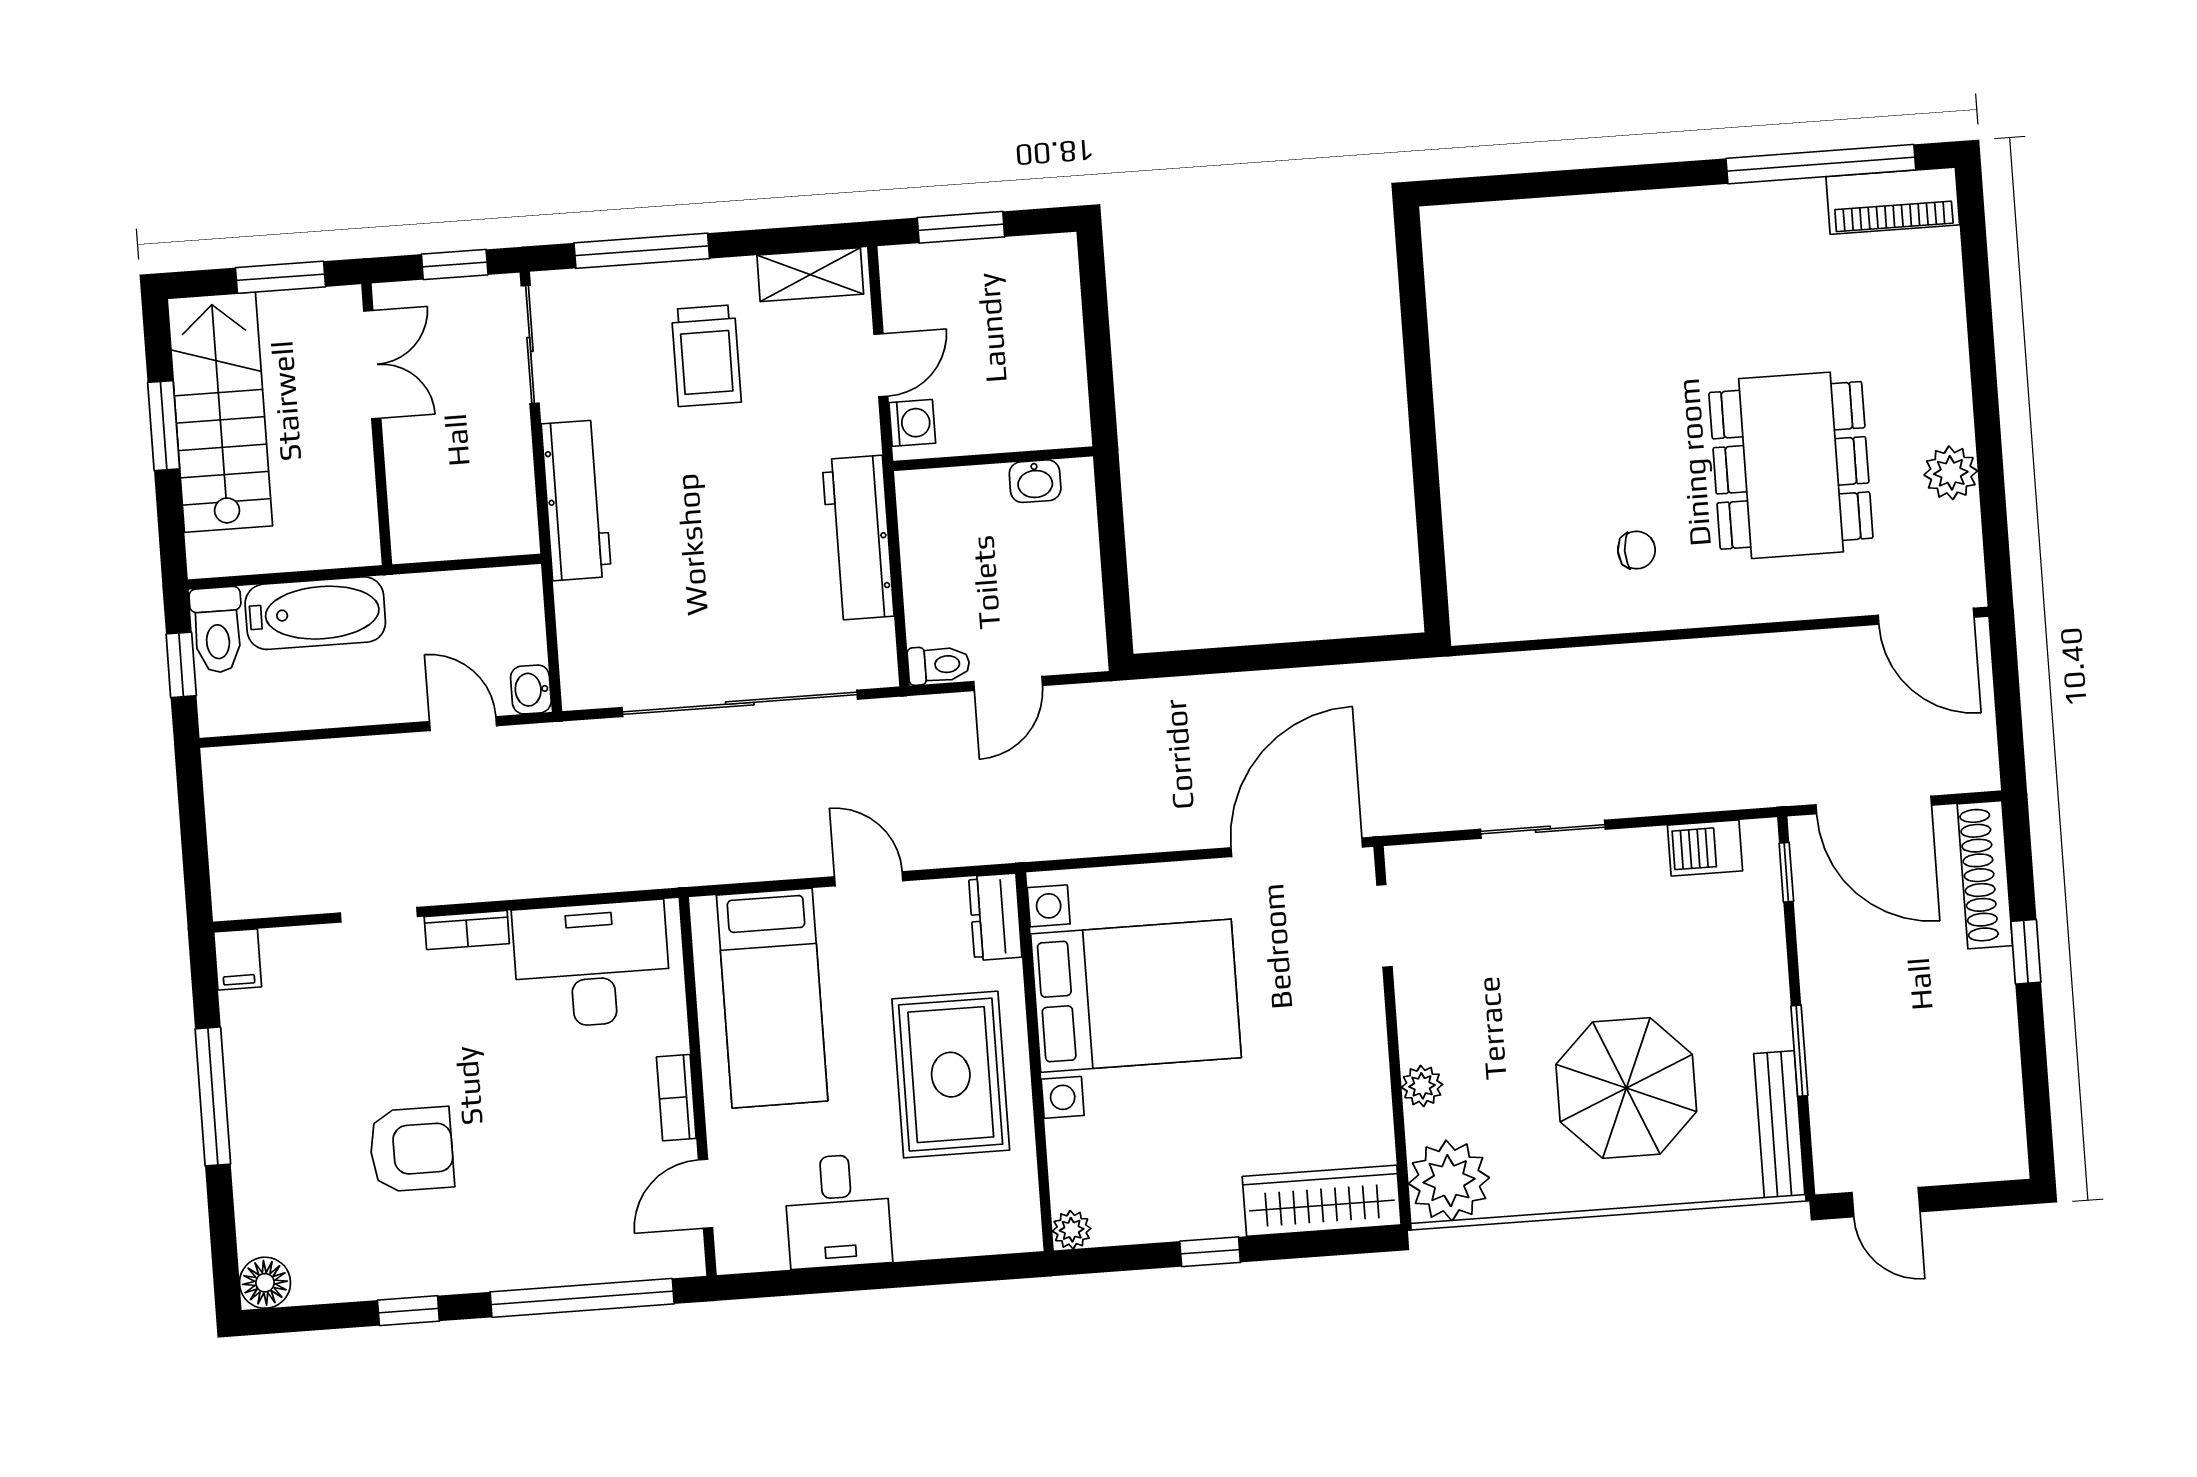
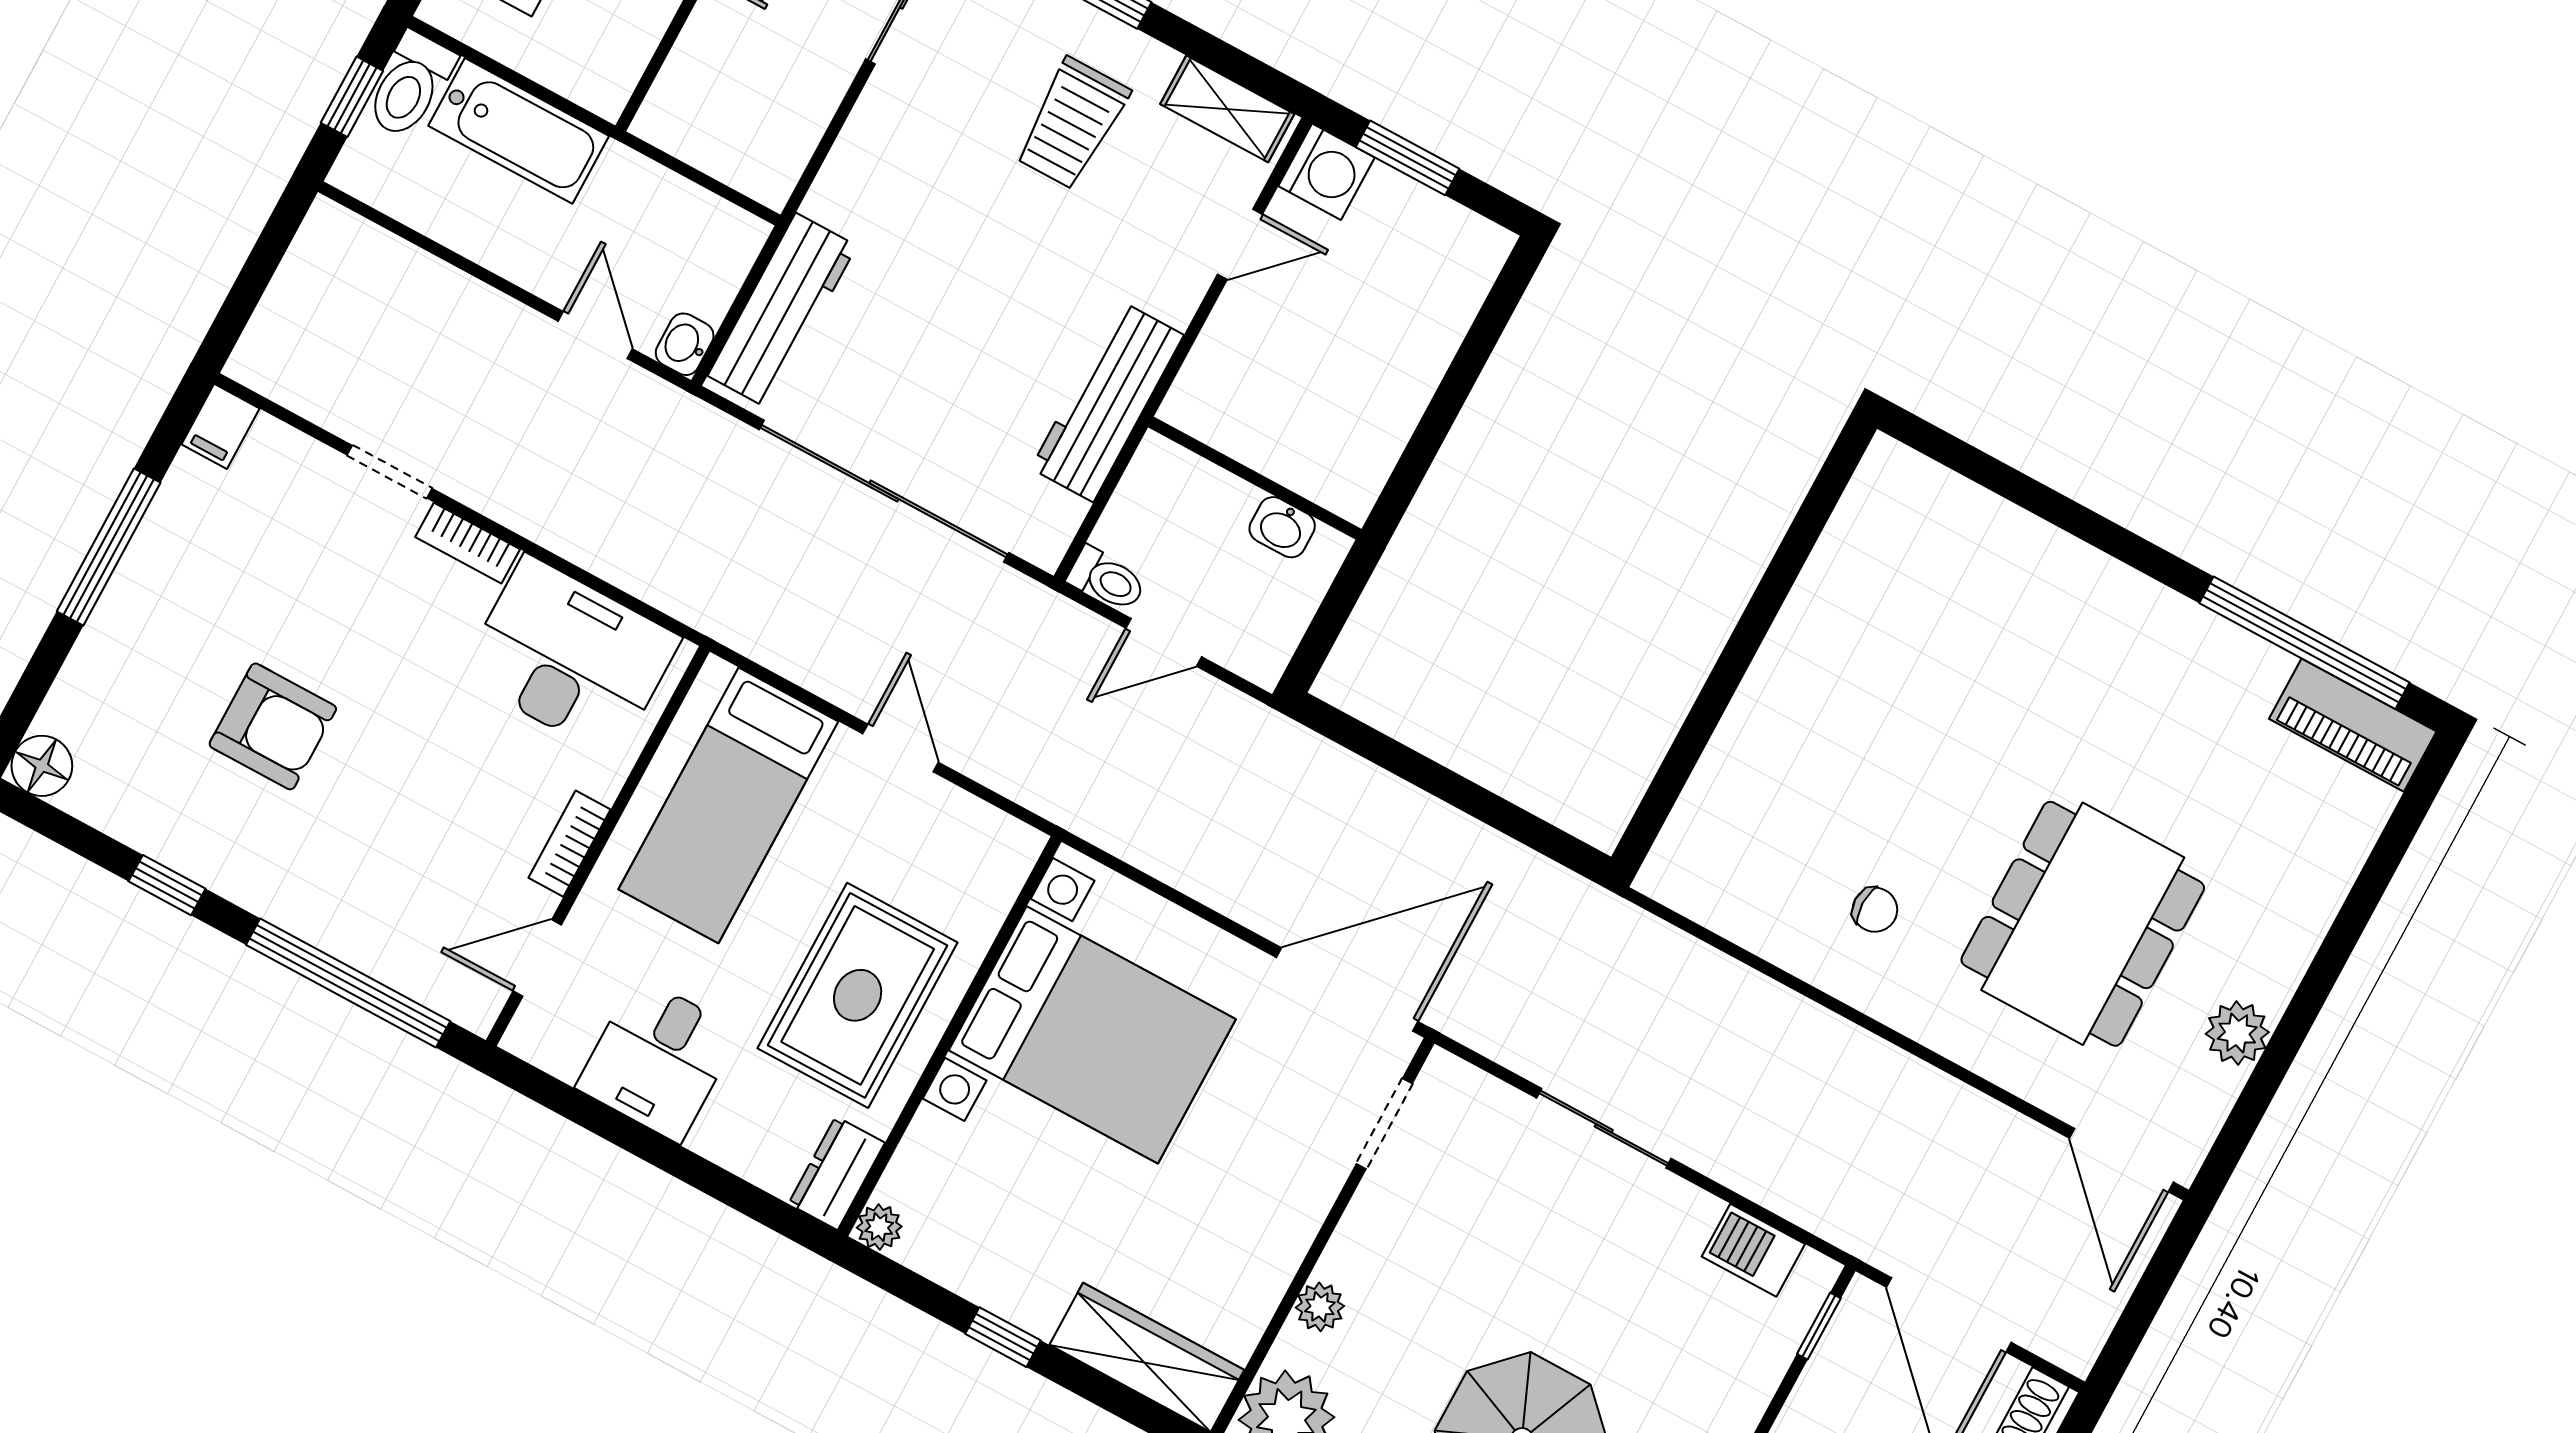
washing machine: (912, 423) -> (1327, 172), moved, width x1.38, depth x1.38
wall: (993, 459) -> (1255, 478), moved
washbasin: (1035, 481) -> (1282, 527), moved
workbench: (576, 500) -> (782, 311), moved
dresser: (995, 917) -> (837, 1173), moved

